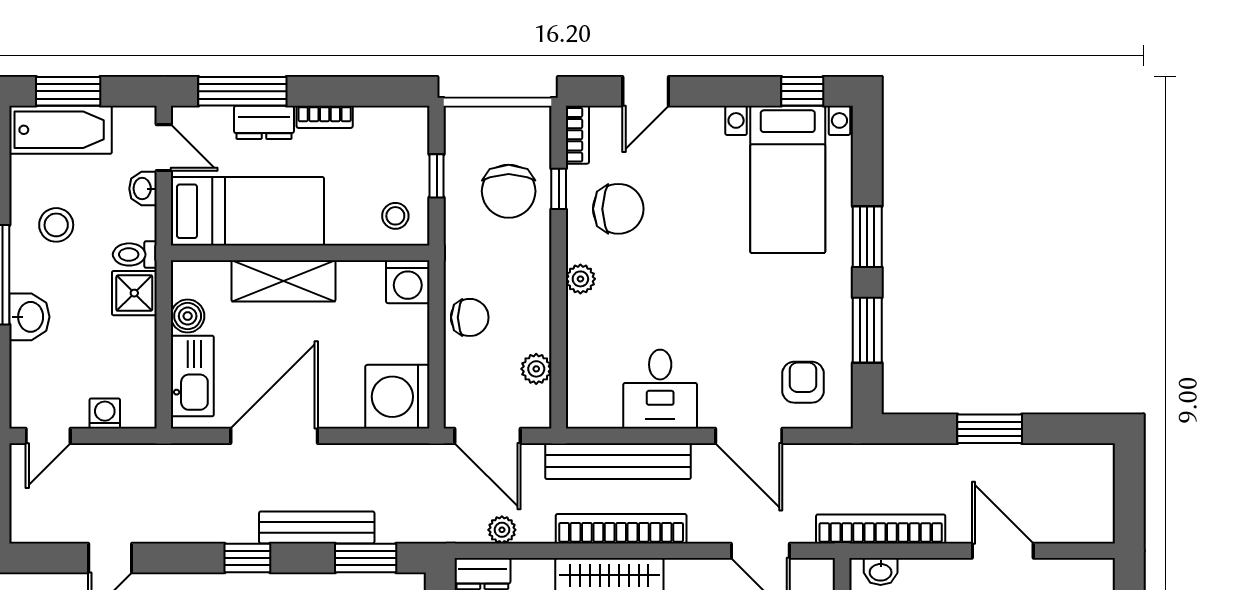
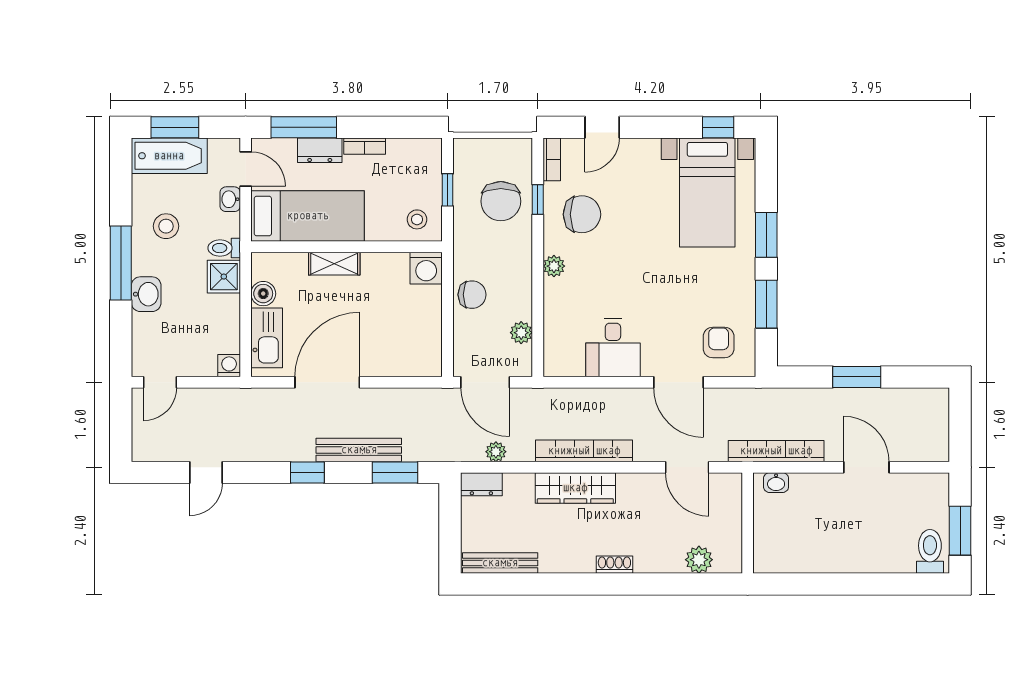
shelving: (283, 281) -> (334, 264), width x0.67, depth x0.75
washing machine: (397, 397) -> (418, 353), removed
washing machine: (105, 414) -> (229, 366), moved
bench: (618, 461) -> (582, 401), removed

